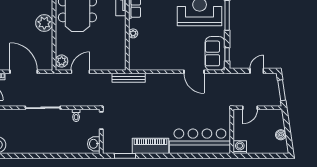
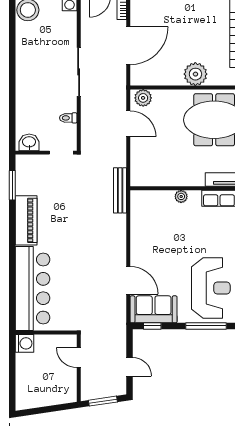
door: (194, 72) -> (128, 280), swing flipped
boiler: (281, 135) -> (42, 400), removed

